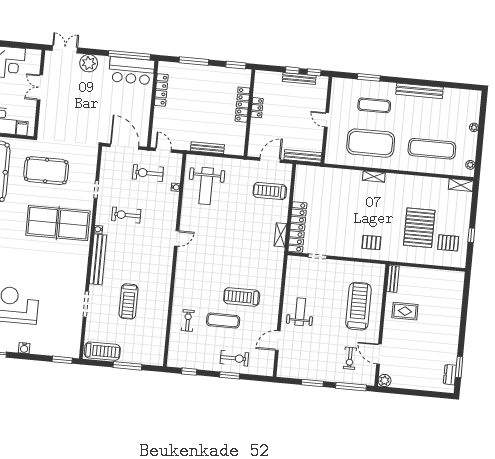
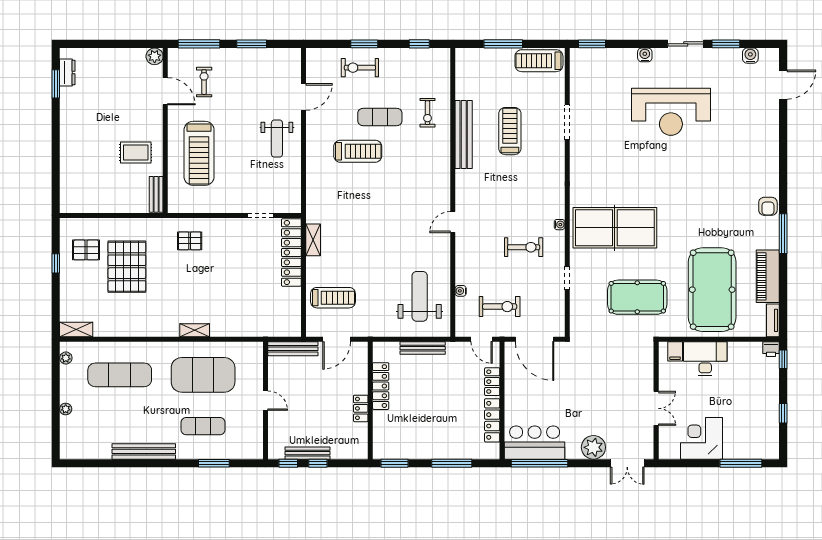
locker: (243, 105) -> (381, 386), moved
locker: (159, 118) -> (492, 382), added
bench: (98, 259) -> (464, 135), moved

